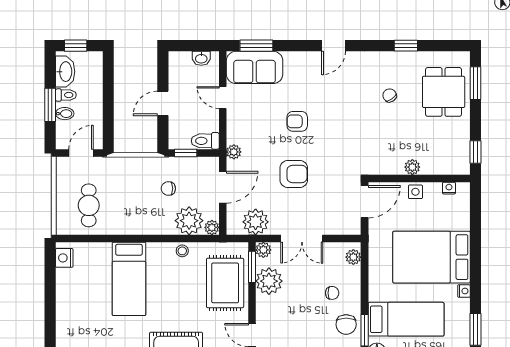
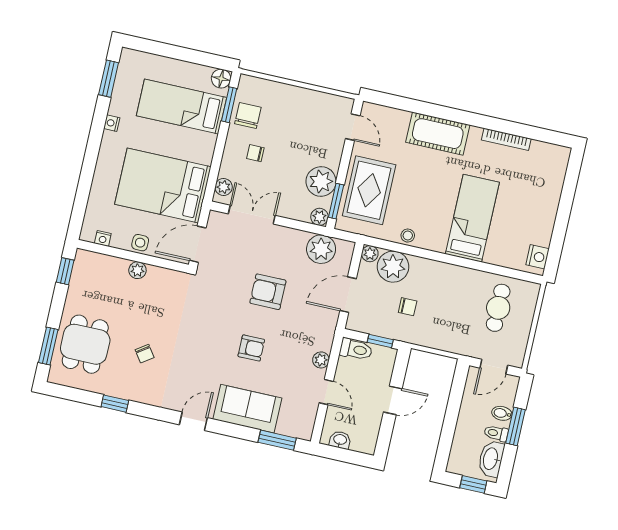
sofa: (255, 67) -> (247, 409), moved
plant: (234, 152) -> (321, 360), moved
double door: (302, 238) -> (252, 215), moved
bed: (432, 257) -> (163, 185), moved, turned 180

